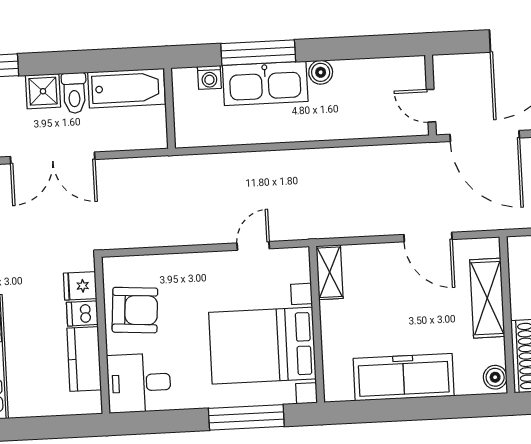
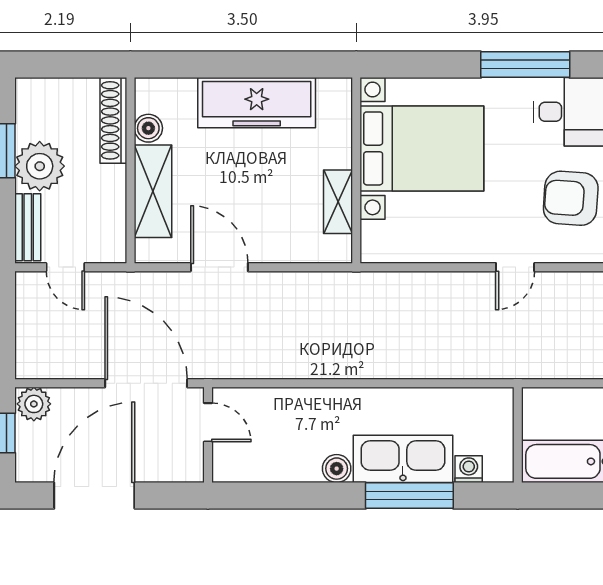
door: (253, 246) -> (515, 267), moved
shelving: (330, 272) -> (338, 202), moved
boiler: (495, 377) -> (148, 128), moved
window: (246, 417) -> (525, 65), moved

